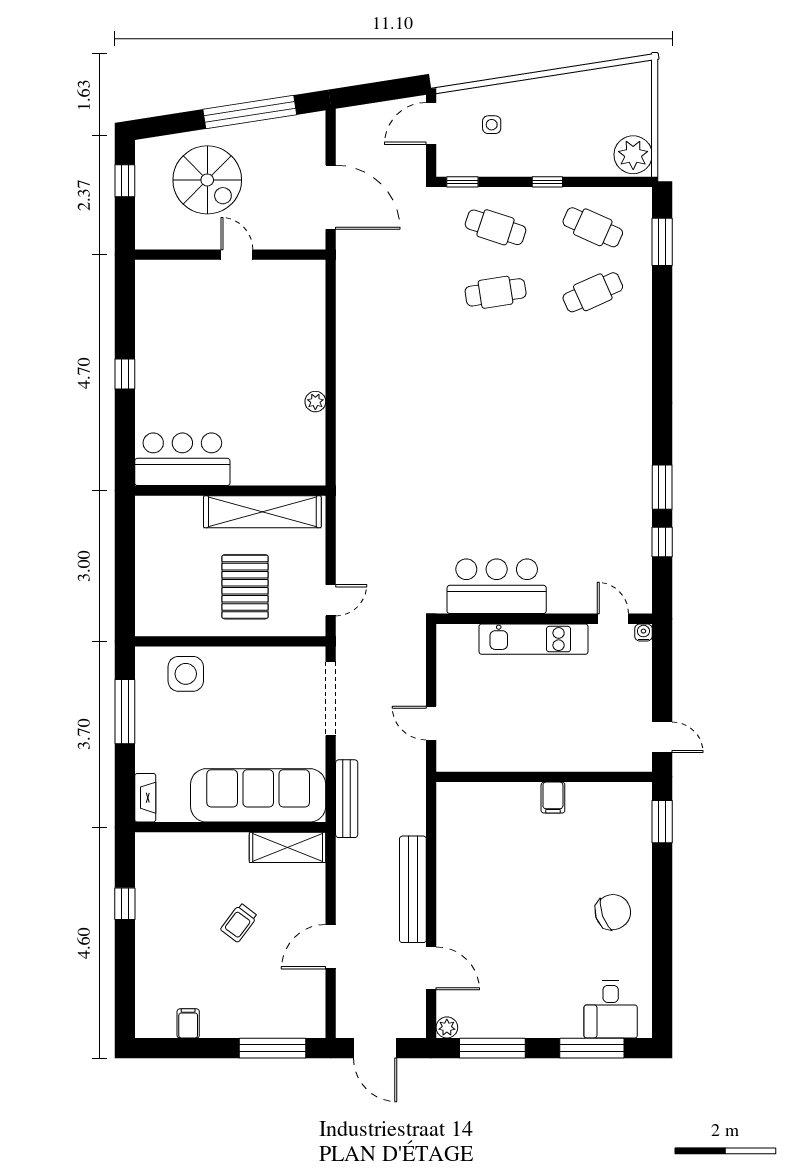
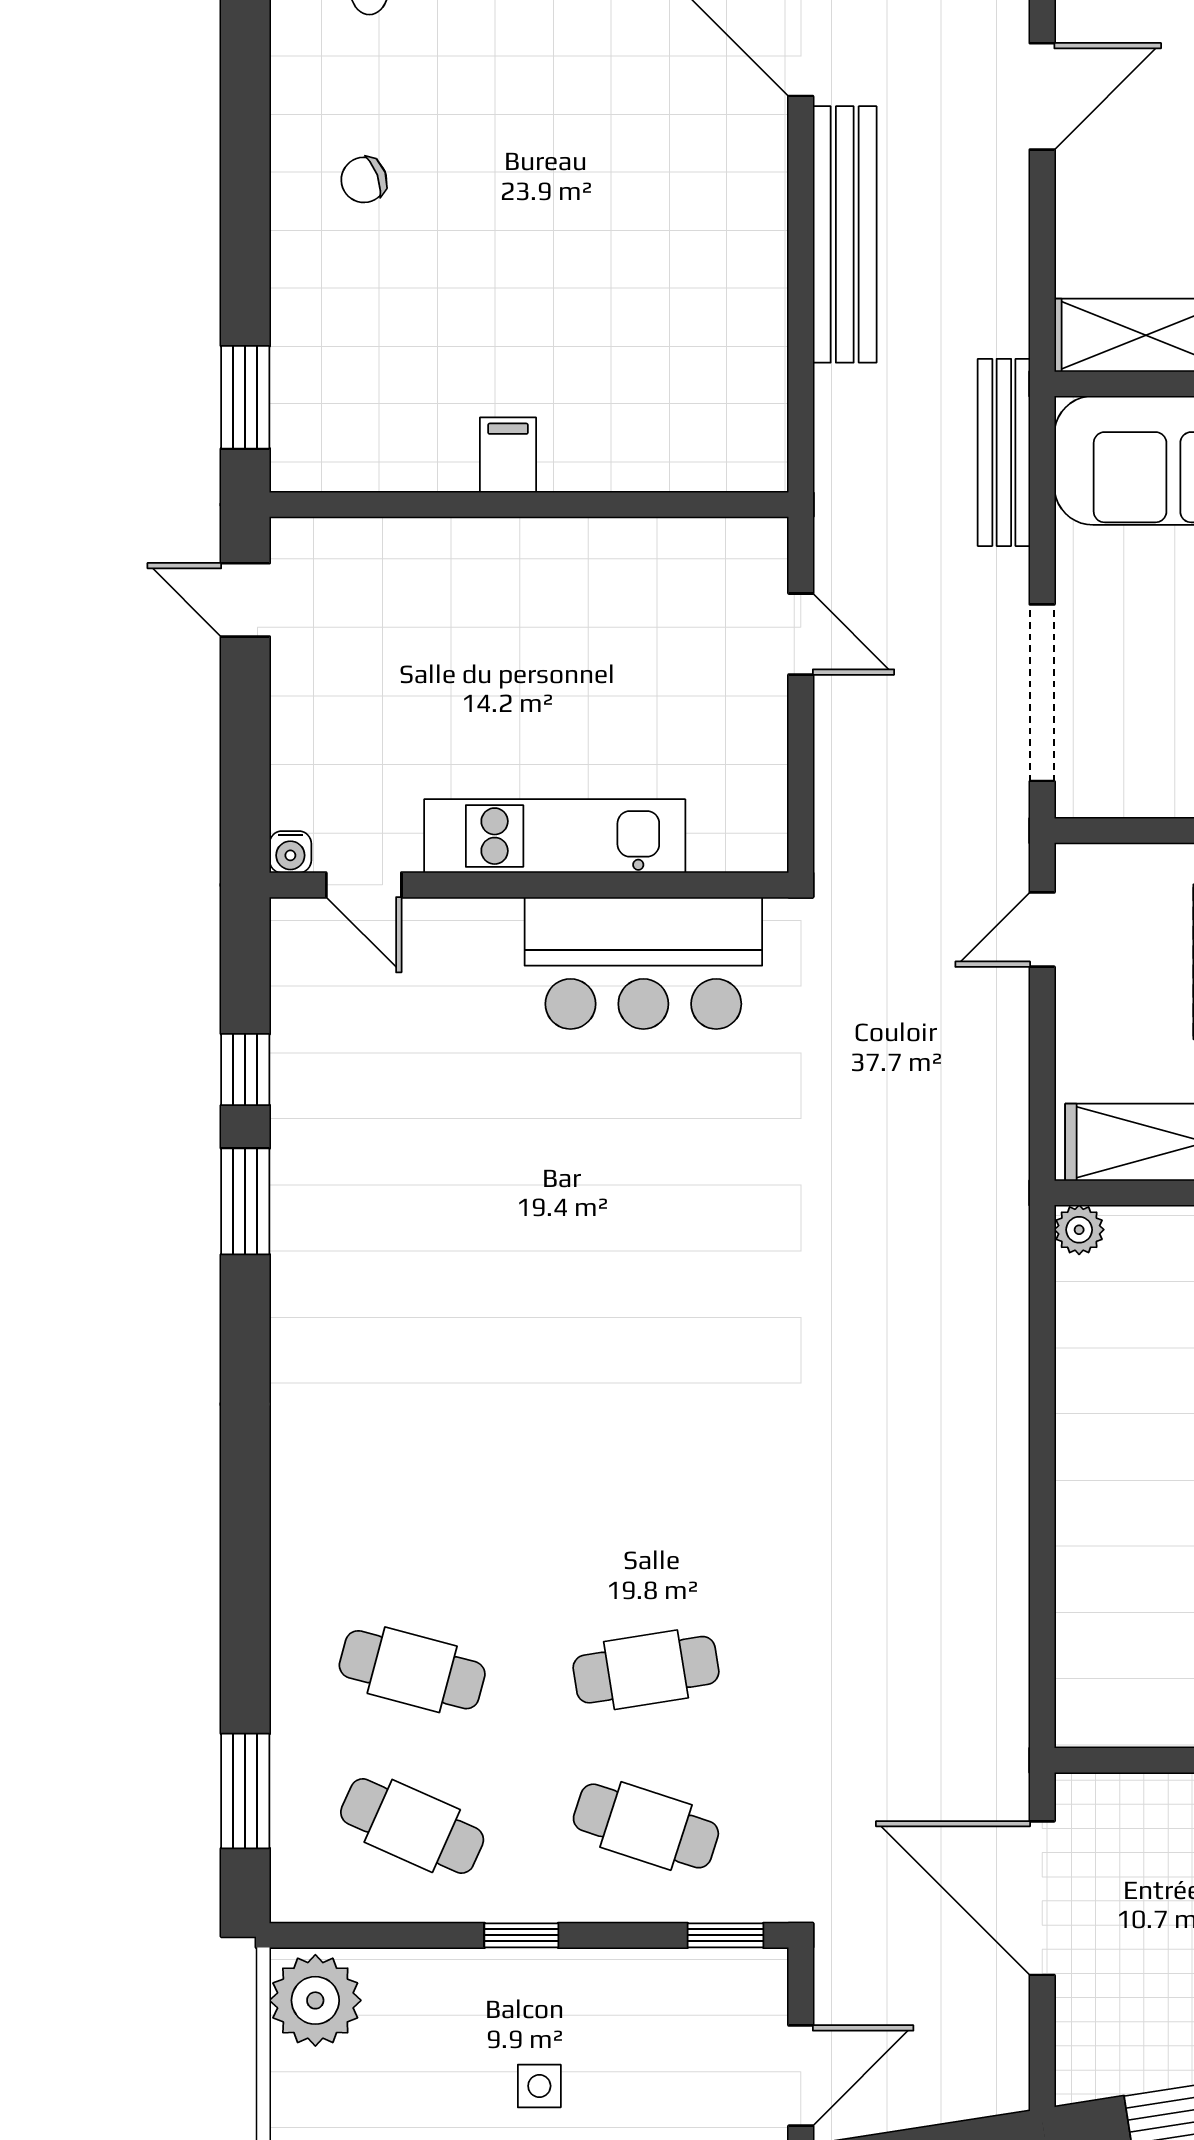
side table: (492, 125) -> (539, 2086), moved
cafe table: (593, 292) -> (412, 1670), turned 39
plant: (315, 402) -> (1079, 1230), moved
chair: (613, 912) -> (364, 180), width x0.54, depth x0.54

